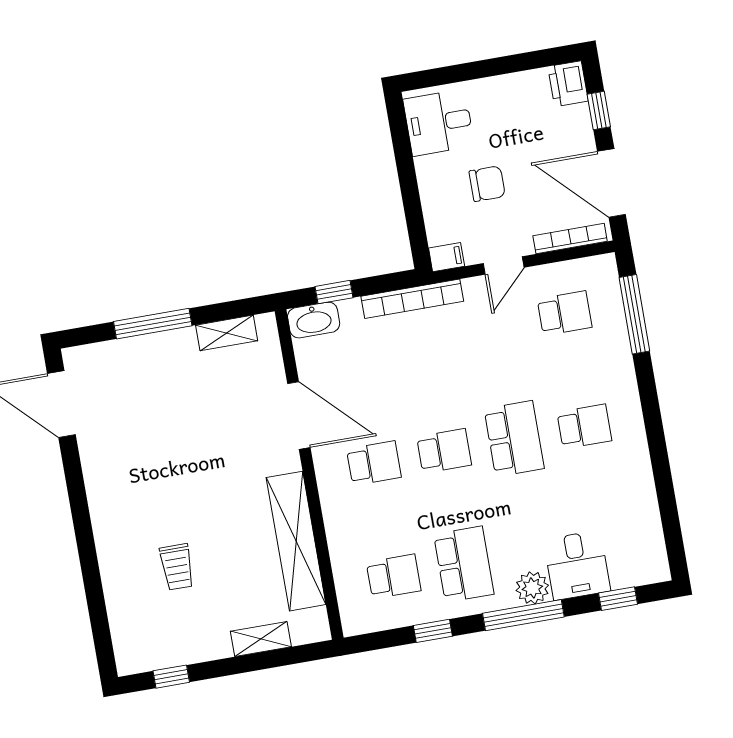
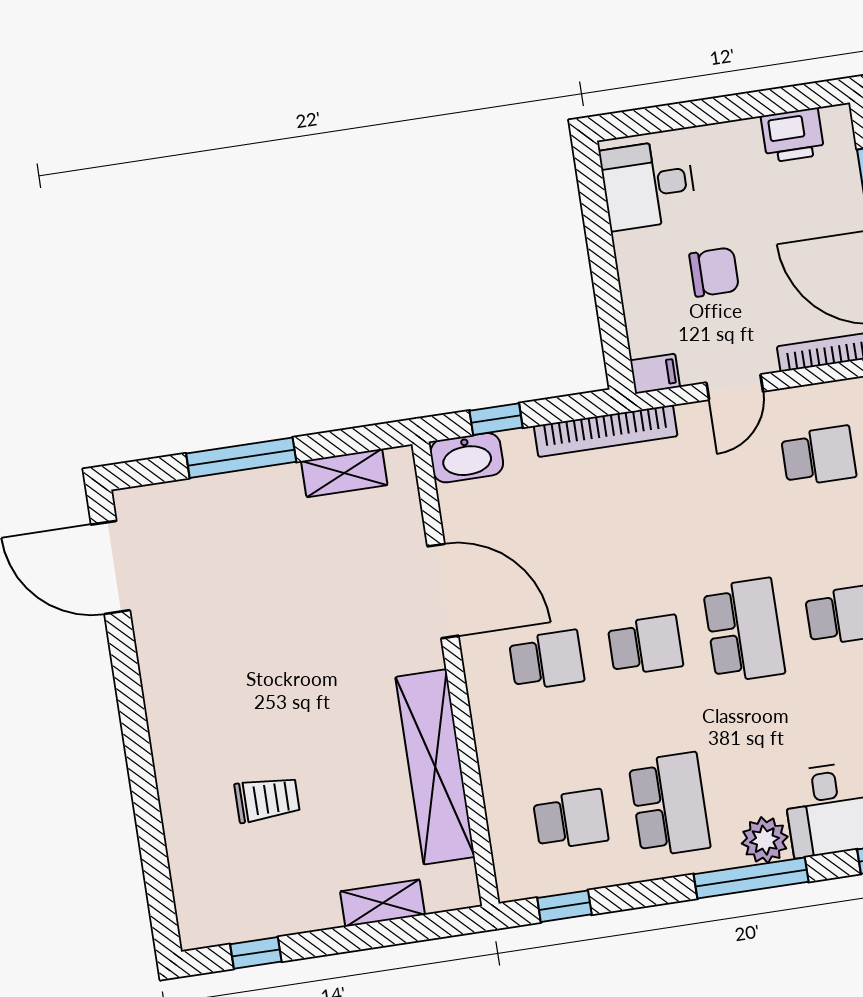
printer: (568, 84) -> (793, 135), moved, turned -90
trolley: (177, 567) -> (267, 799), turned -90
window: (433, 631) -> (564, 906), moved

